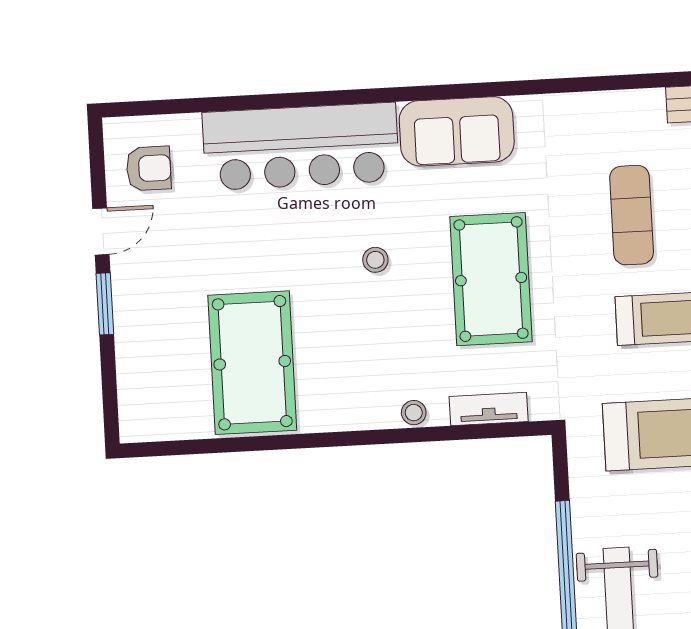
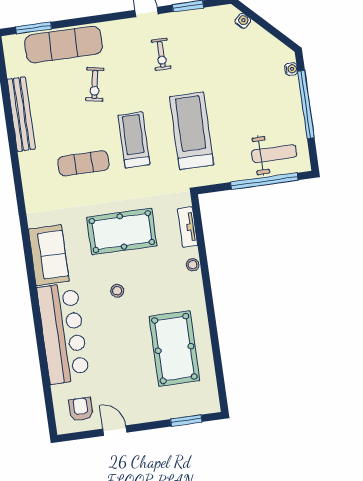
window: (105, 304) -> (186, 421), moved
pool table: (252, 363) -> (174, 348), turned 90

